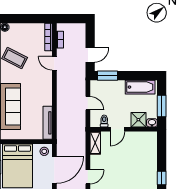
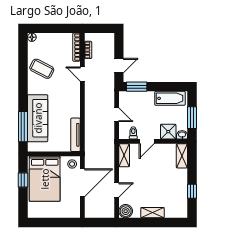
shelving: (152, 143) -> (182, 156), added

